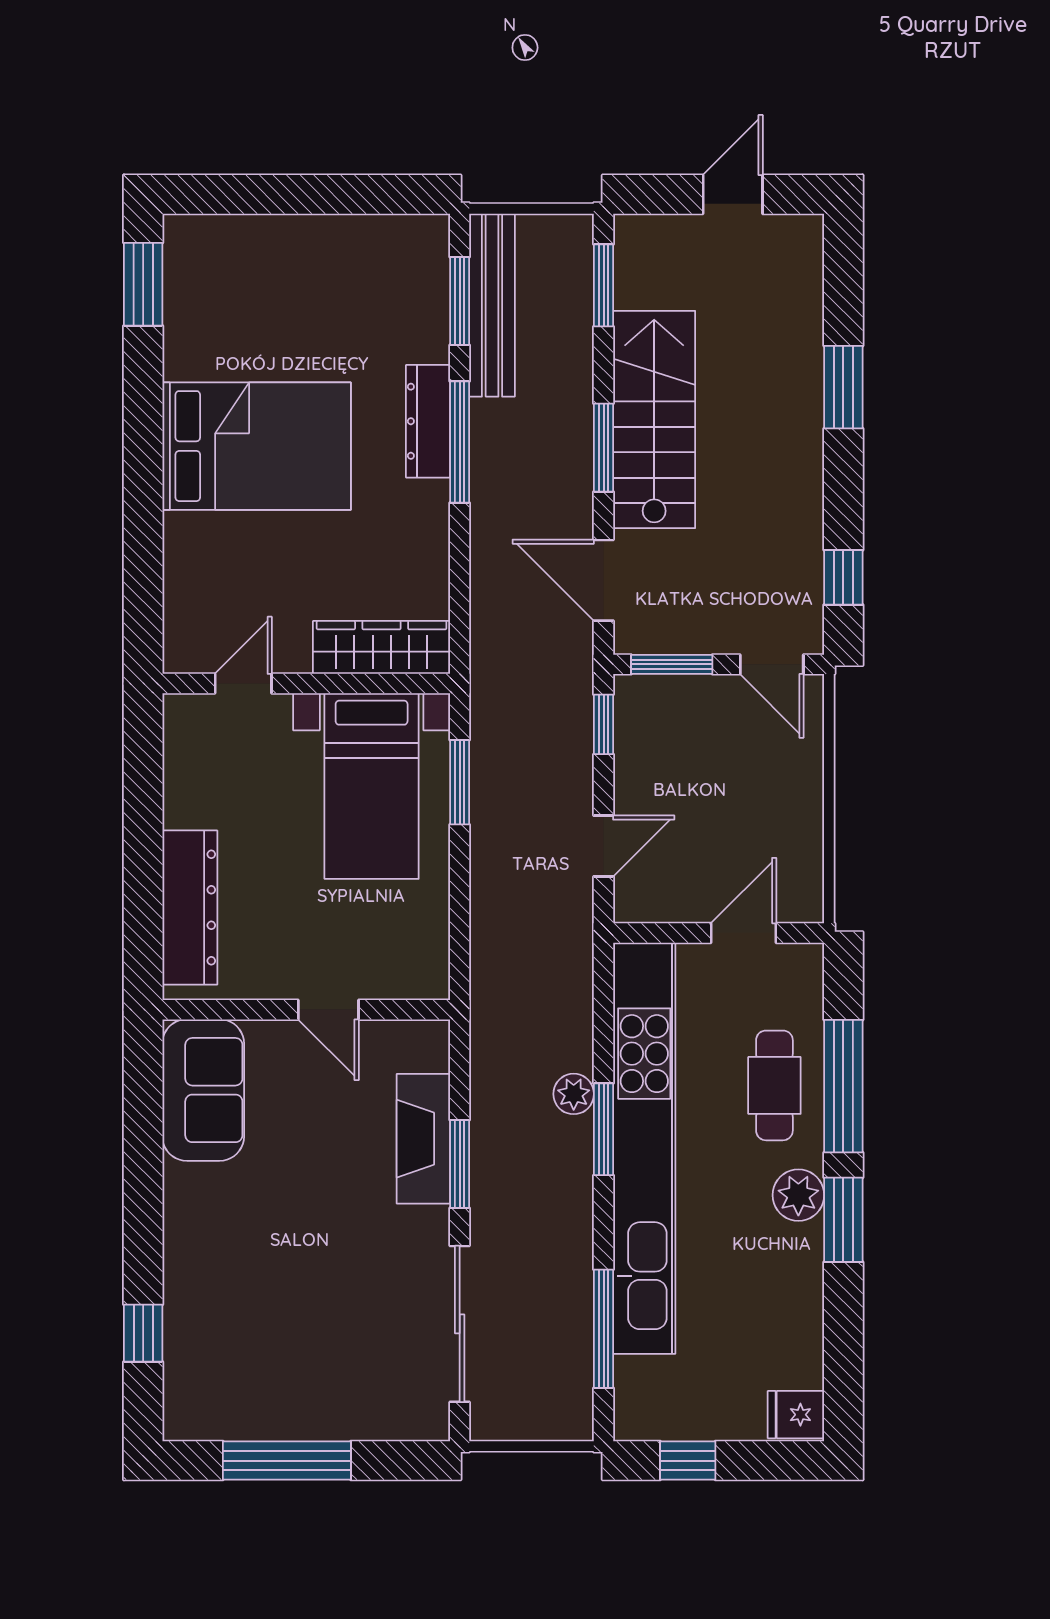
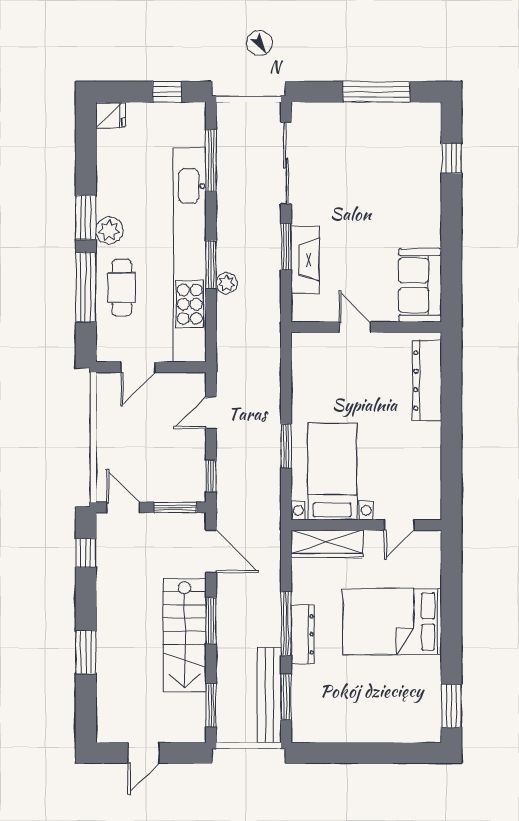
wardrobe: (382, 647) -> (327, 544), moved
door: (243, 684) -> (399, 525), moved
wall: (306, 684) -> (366, 525), moved
bed with nightstands: (372, 786) -> (332, 471), moved

